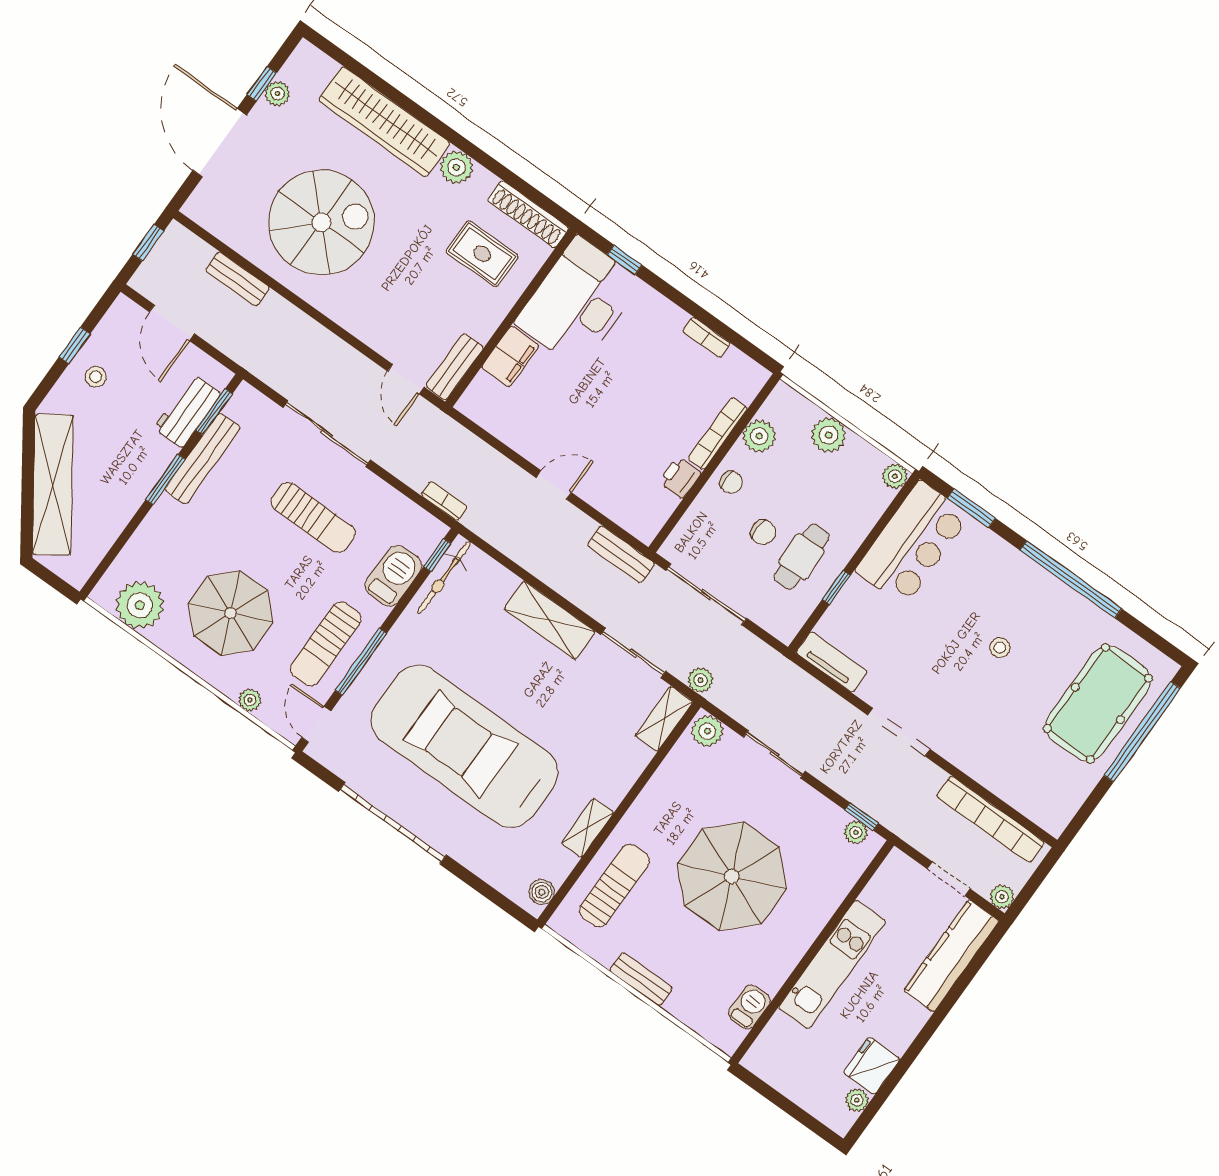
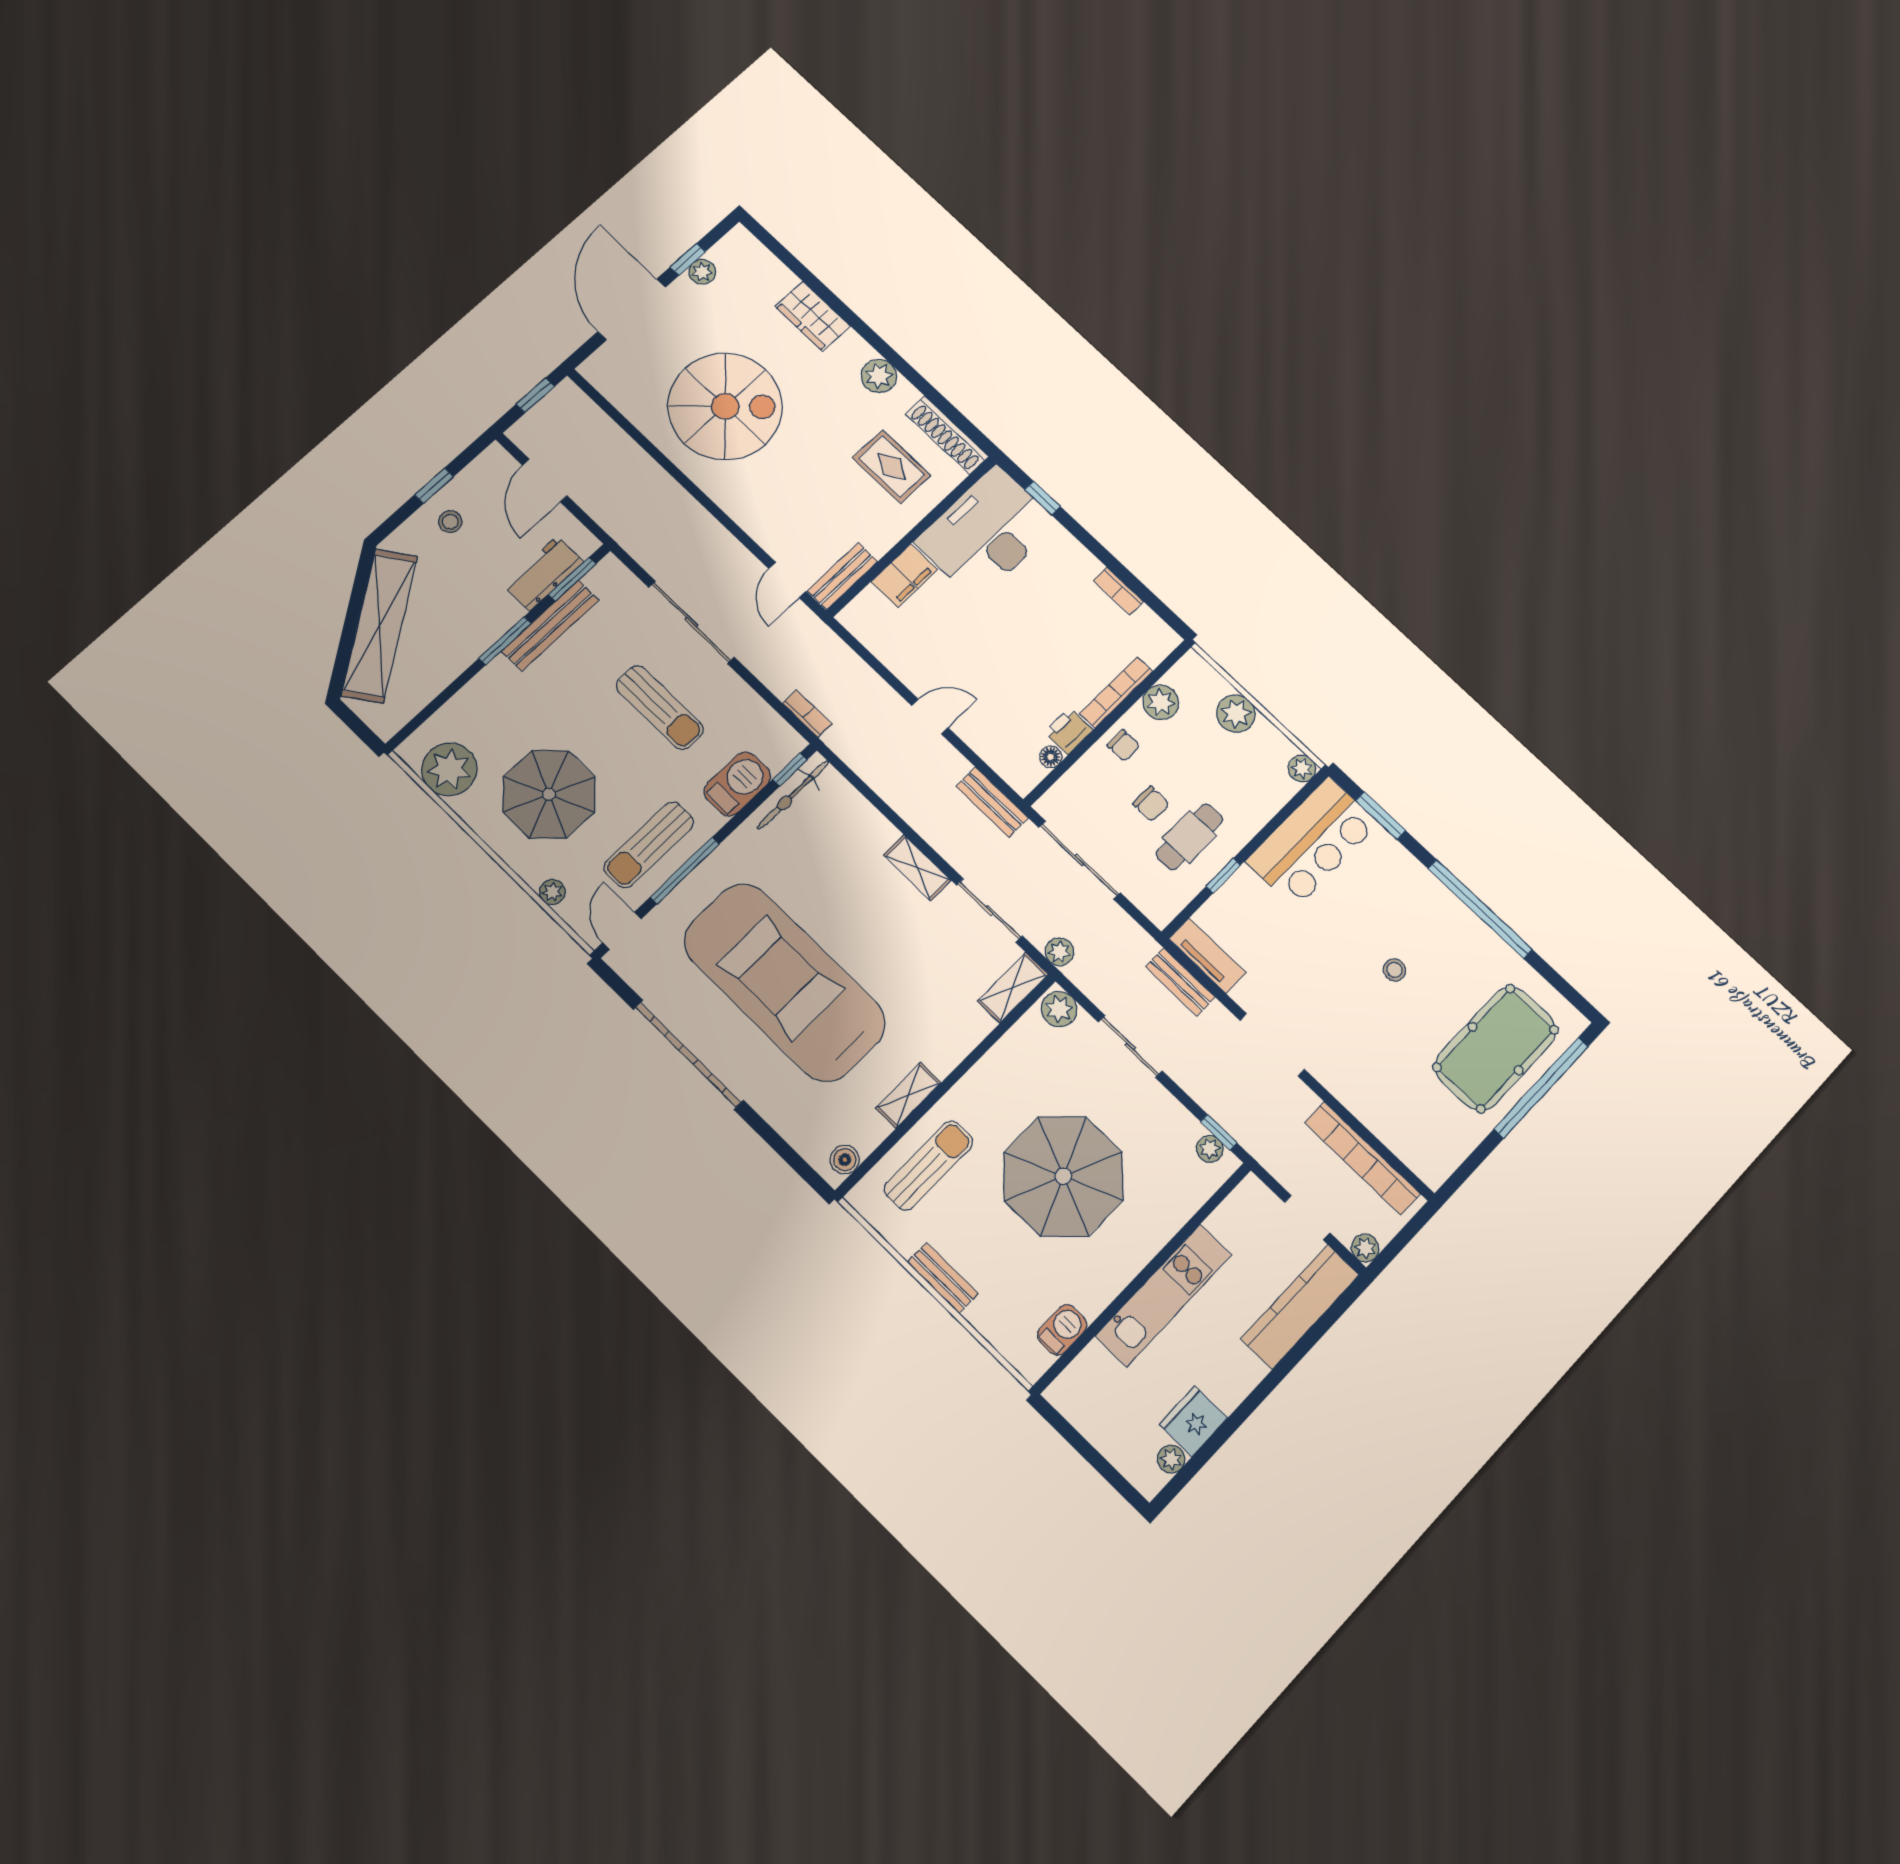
wardrobe: (384, 122) -> (813, 316), width x0.48, depth x0.85
bench: (238, 279) -> (1180, 982), moved
floor lamp: (667, 504) -> (1051, 757), added
shelving: (549, 620) -> (917, 868), width x0.67, depth x0.75

